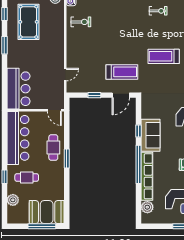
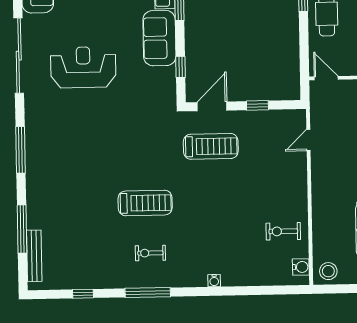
treadmill: (164, 56) -> (145, 203), moved
treadmill: (122, 72) -> (211, 146), turned 180
window: (139, 131) -> (180, 67), moved

